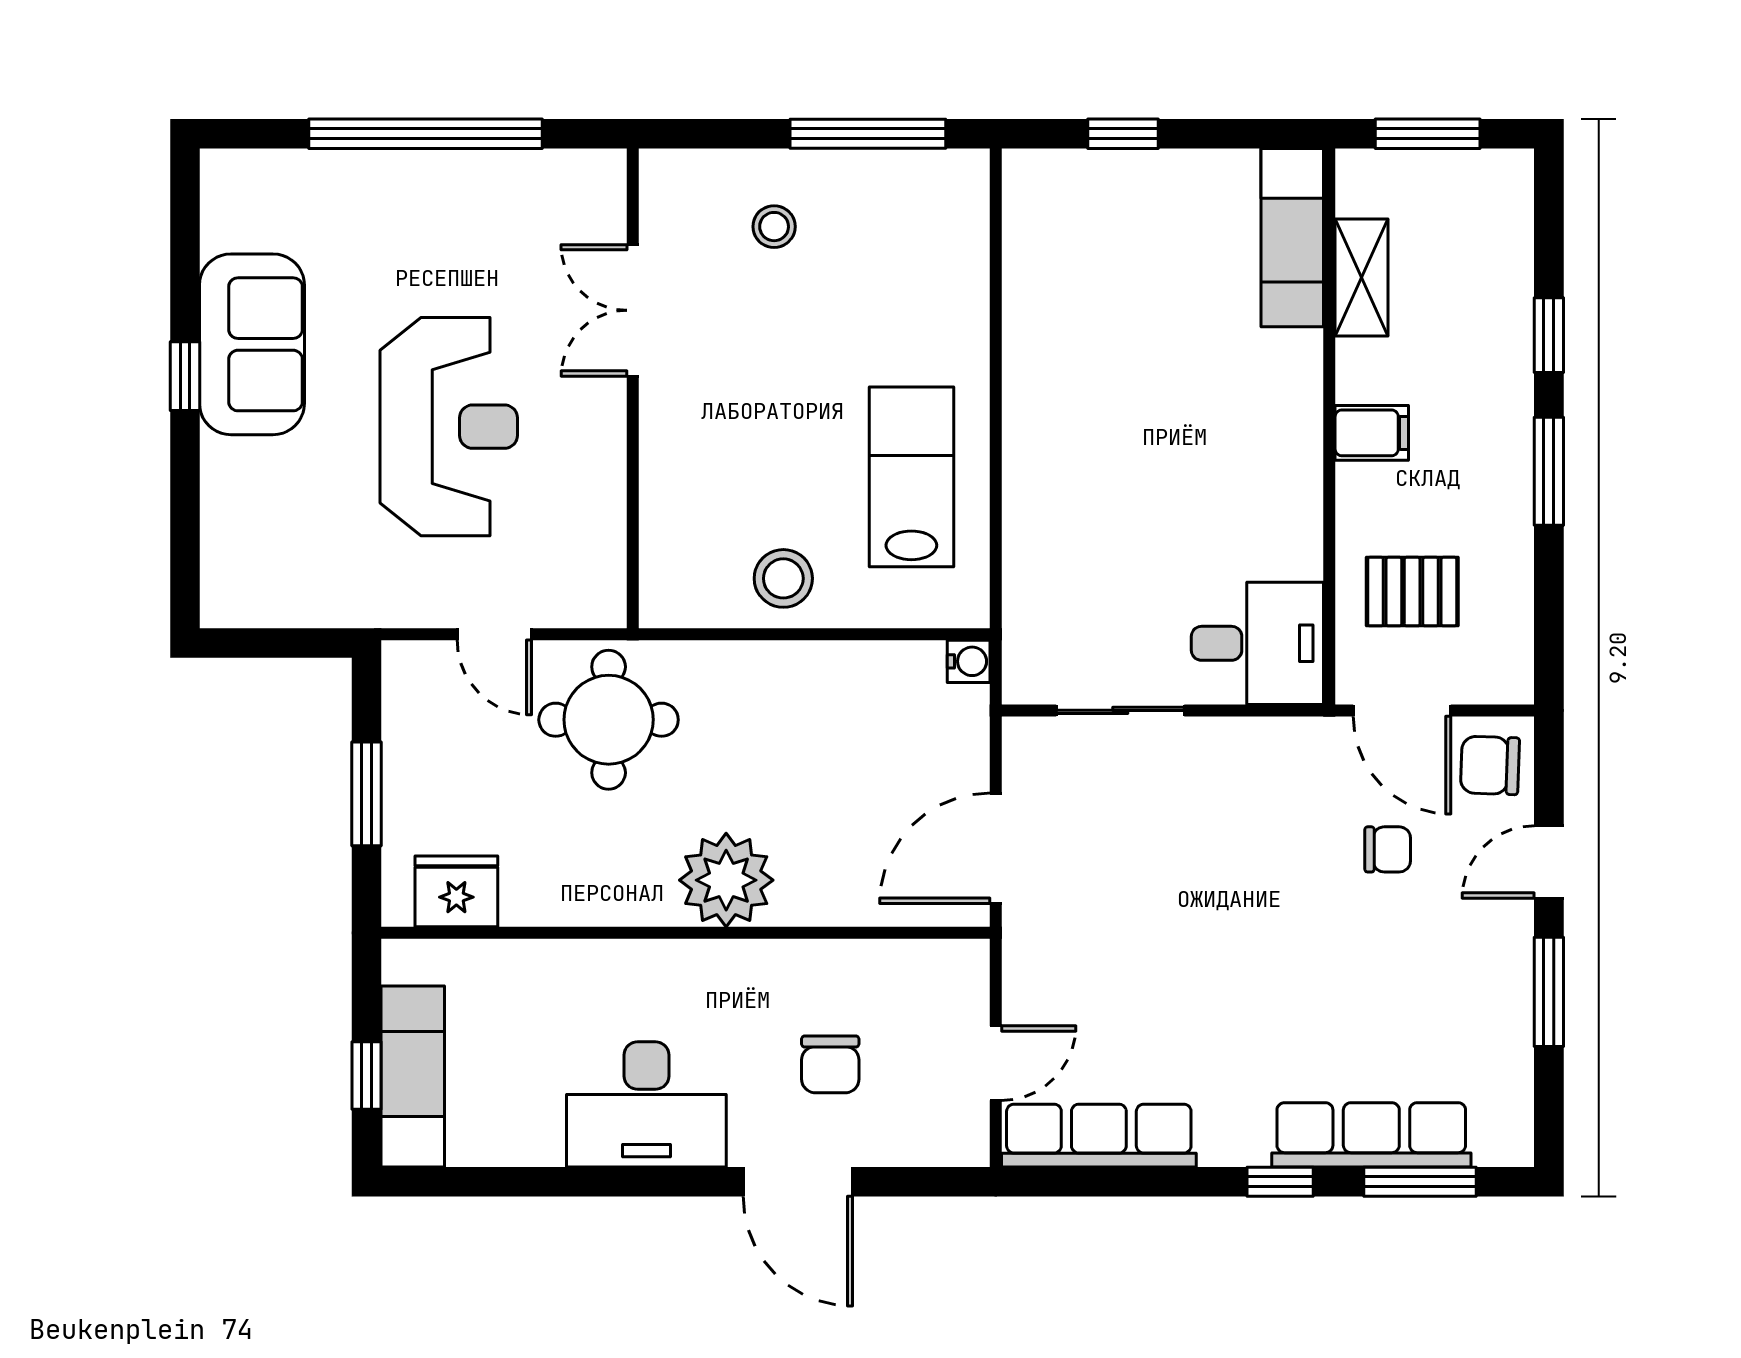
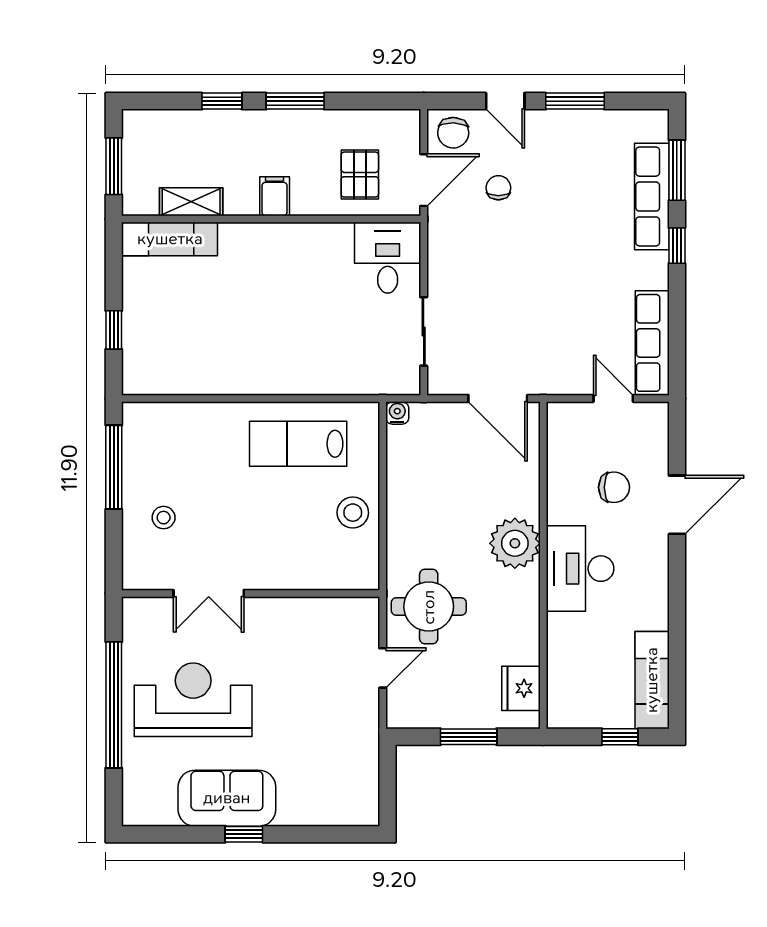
reception desk: (449, 427) -> (193, 700), moved
exam couch: (413, 1076) -> (652, 680), moved, turned -90
desk: (646, 1104) -> (580, 569), moved, turned 180

